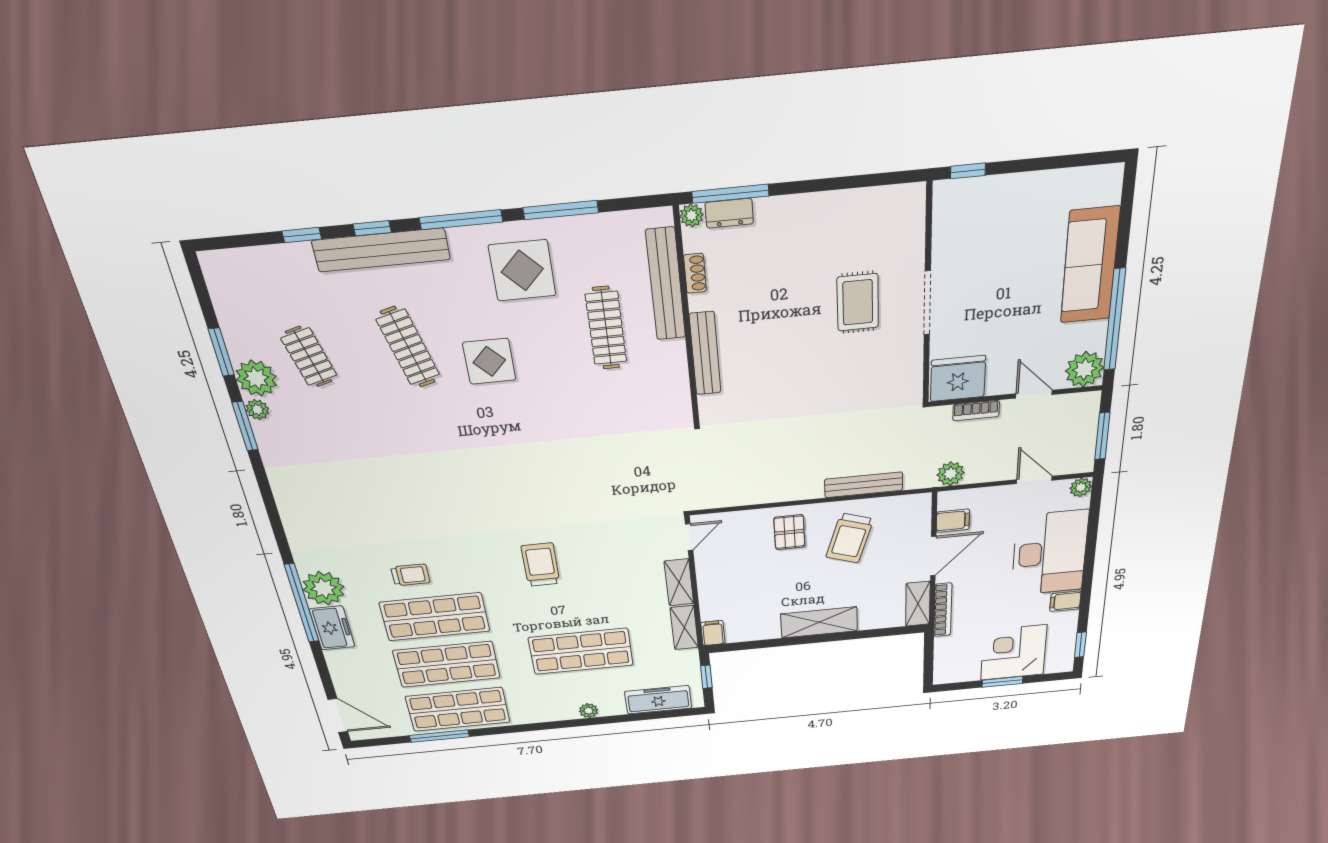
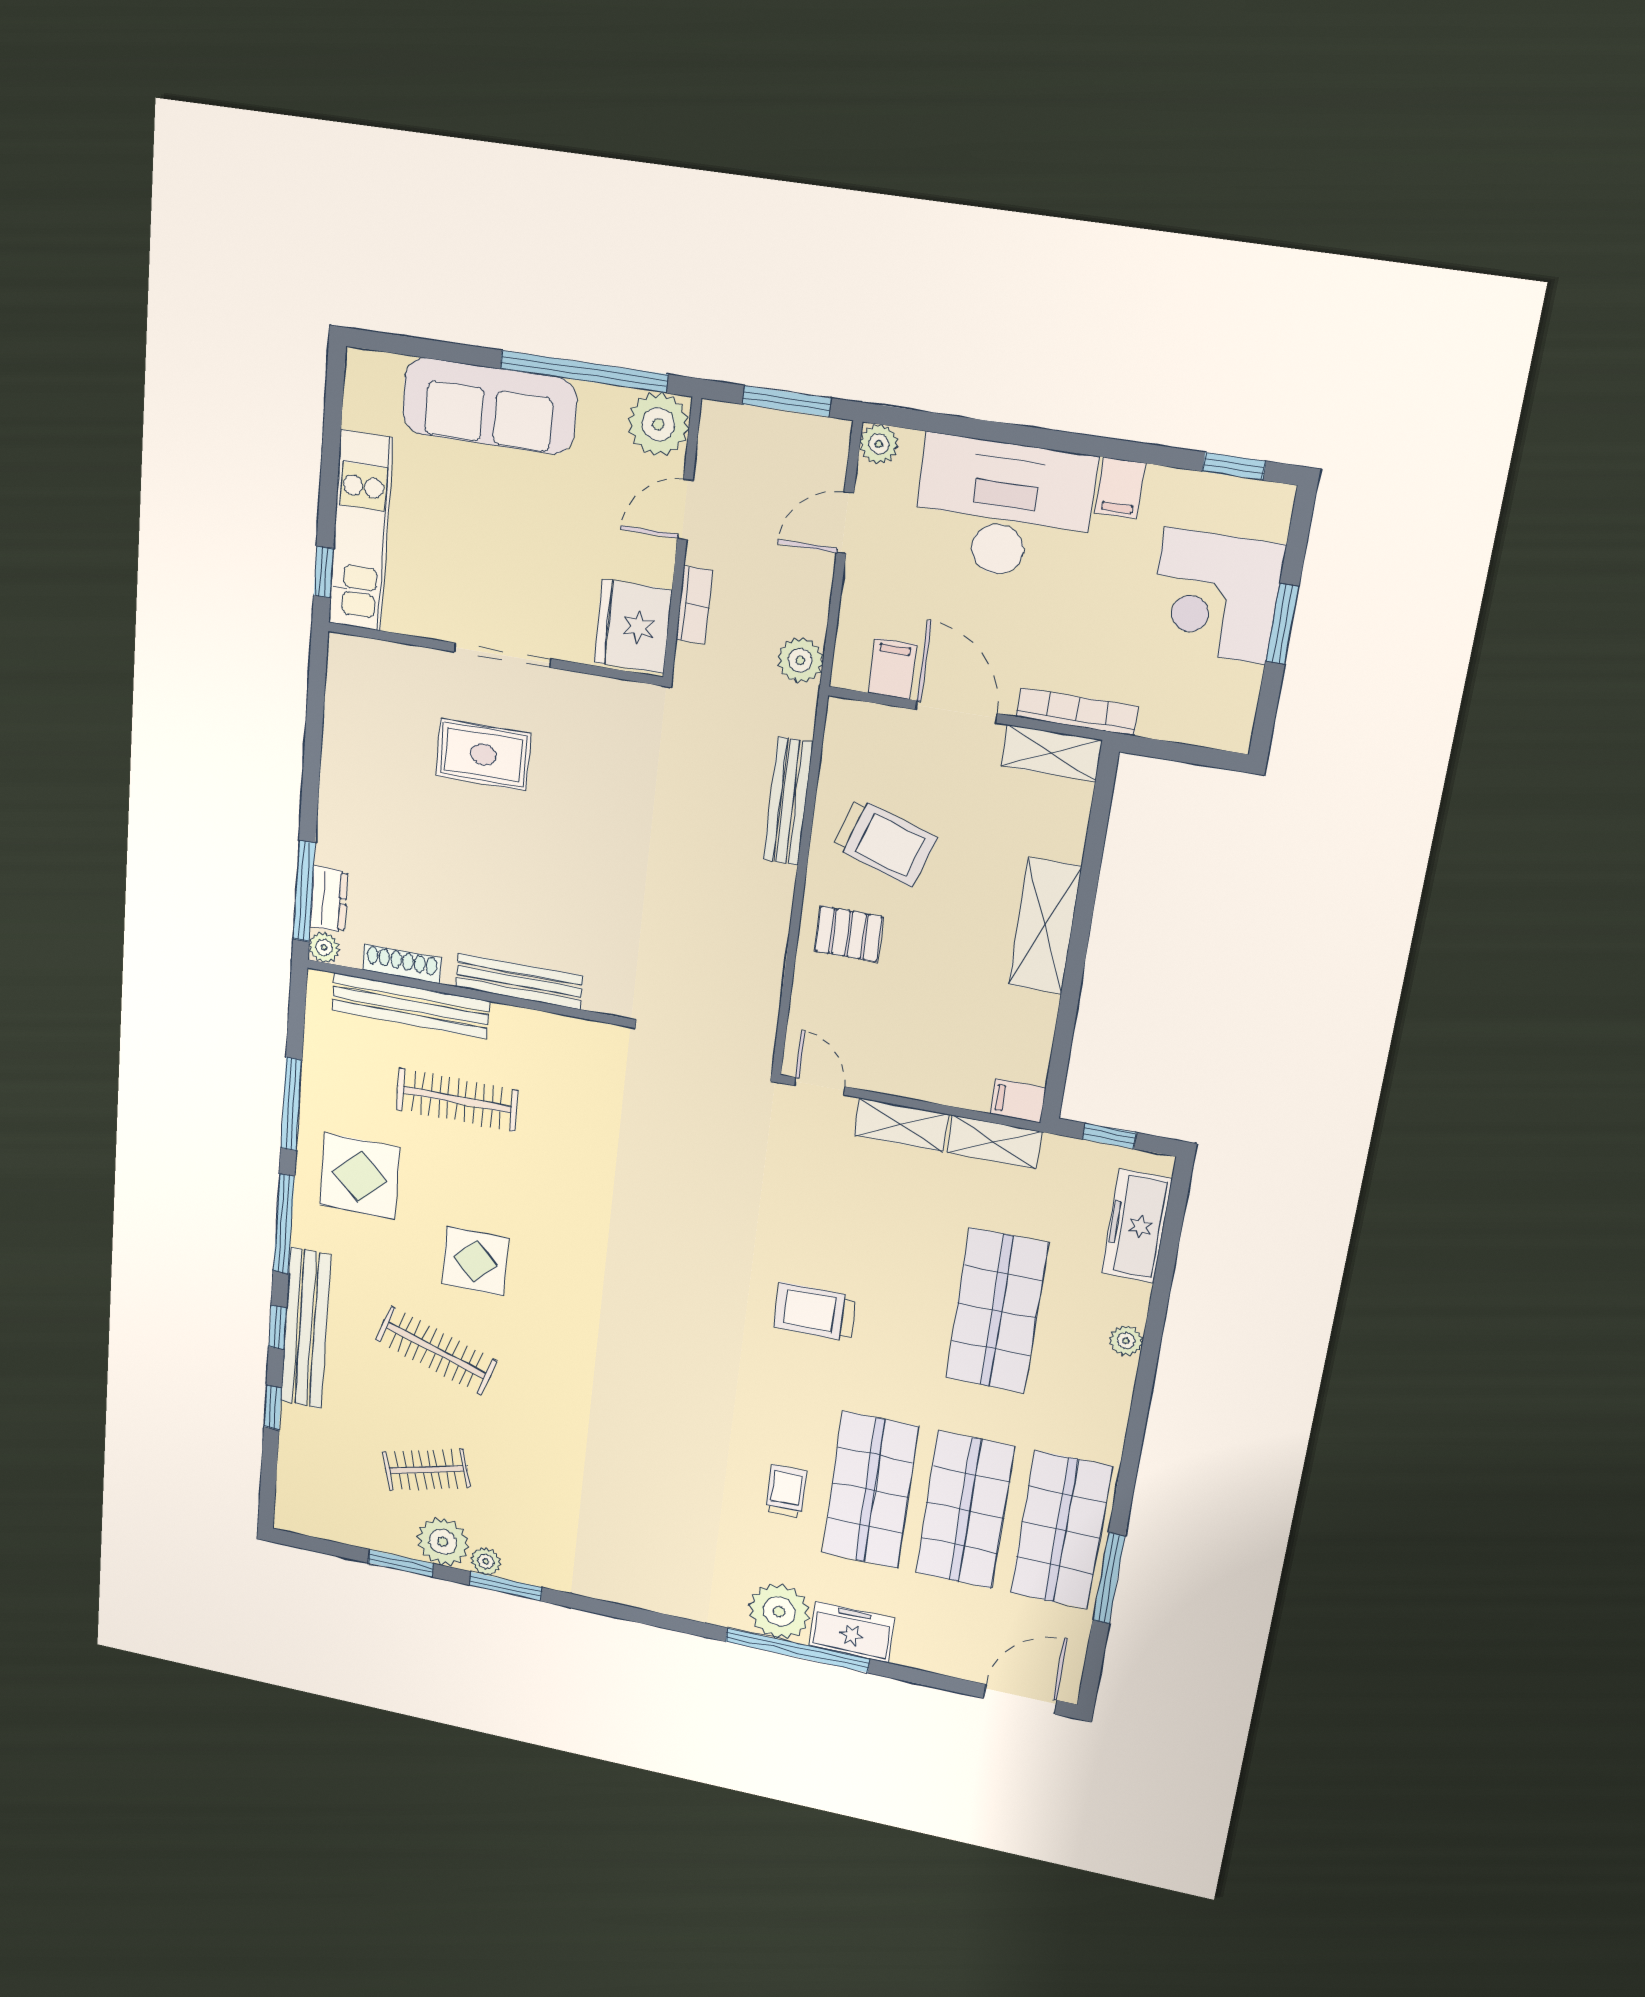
kitchen unit: (999, 193) -> (361, 531), added
shoe rack: (695, 273) -> (402, 964), width x1.43
clothes rail: (408, 347) -> (436, 1350), turned 33

